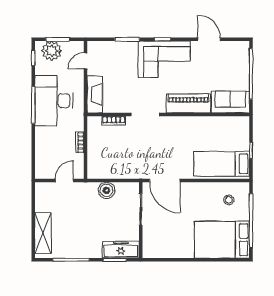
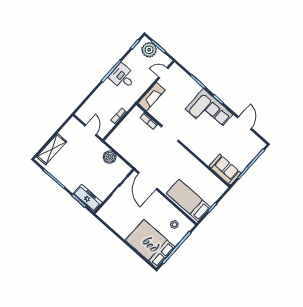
desk: (54, 101) -> (123, 77), width x0.53, depth x0.77
piano: (188, 103) -> (200, 149), removed
door: (64, 180) -> (91, 130), hinge flipped

